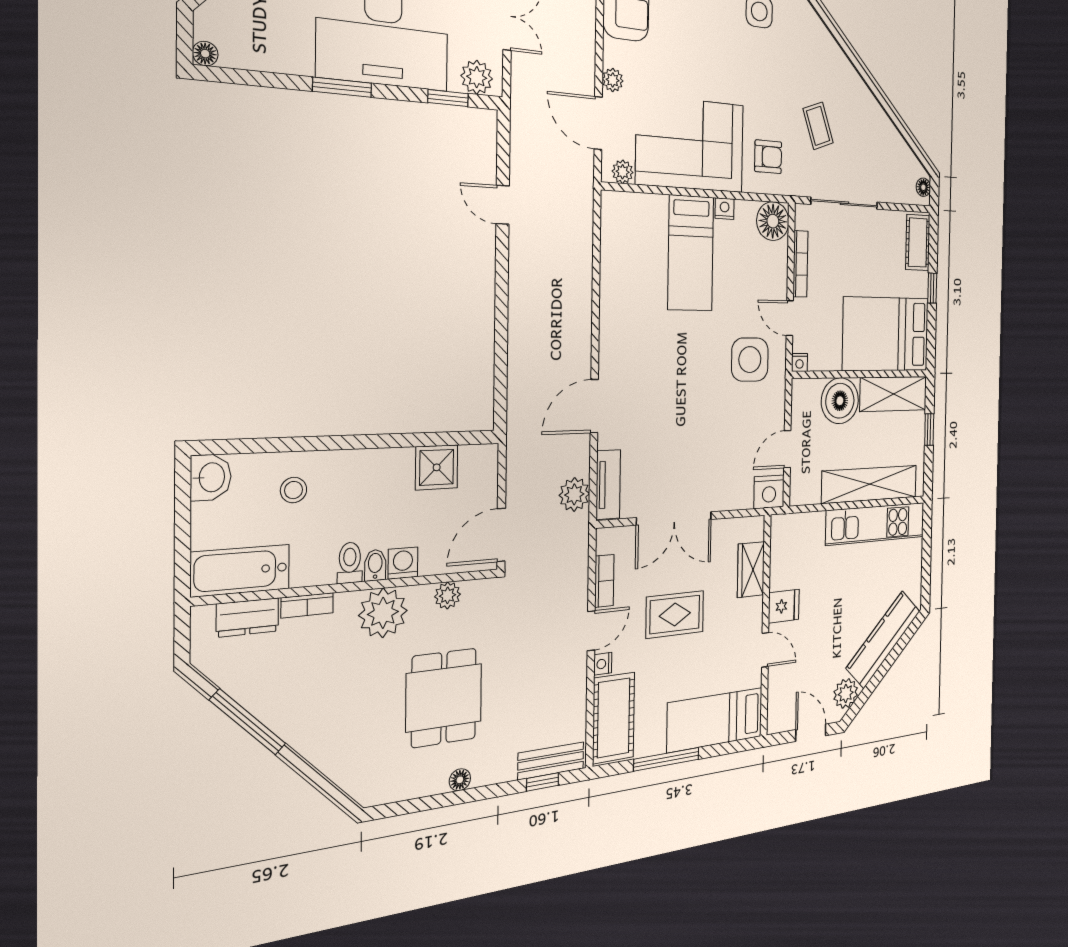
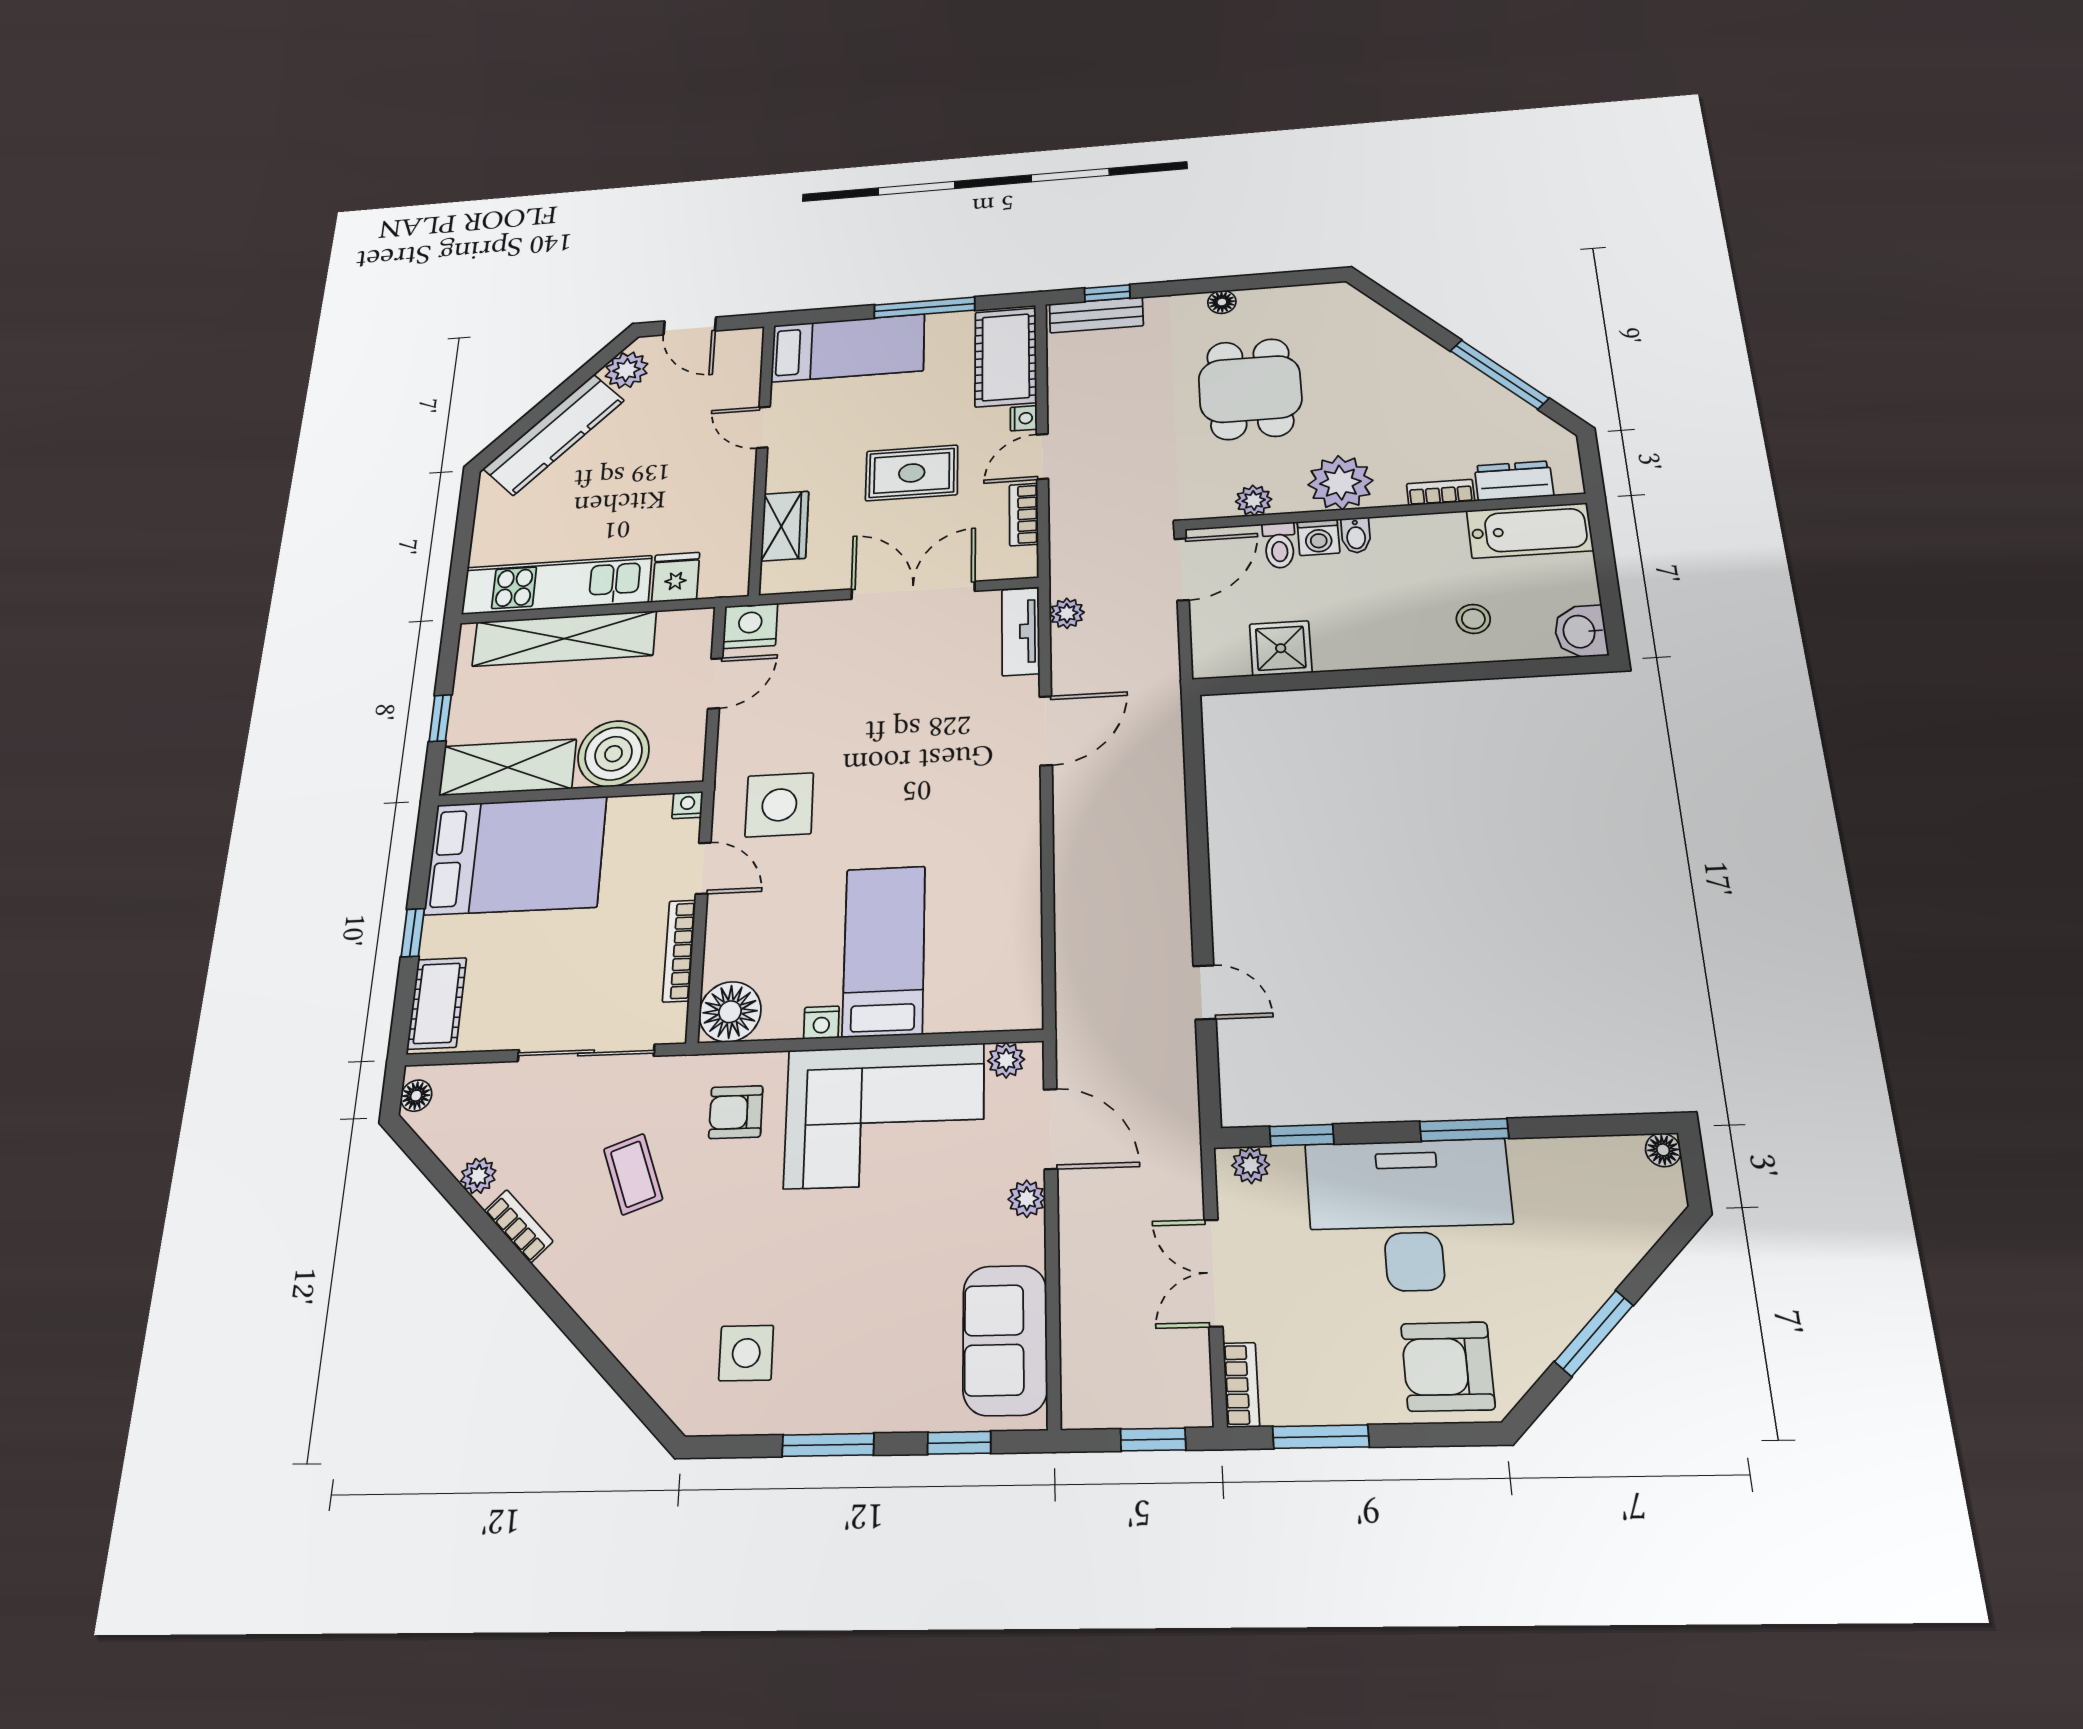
plant: (477, 77) -> (1251, 1165), width x0.73, depth x0.73
bookcase: (871, 103) -> (519, 1226), added
plant: (892, 136) -> (478, 1176), added
plant: (574, 494) -> (1067, 613), width x0.73, depth x0.73
toilet: (350, 563) -> (1279, 545), moved
fridge: (784, 606) -> (676, 577), moved, turned 90

